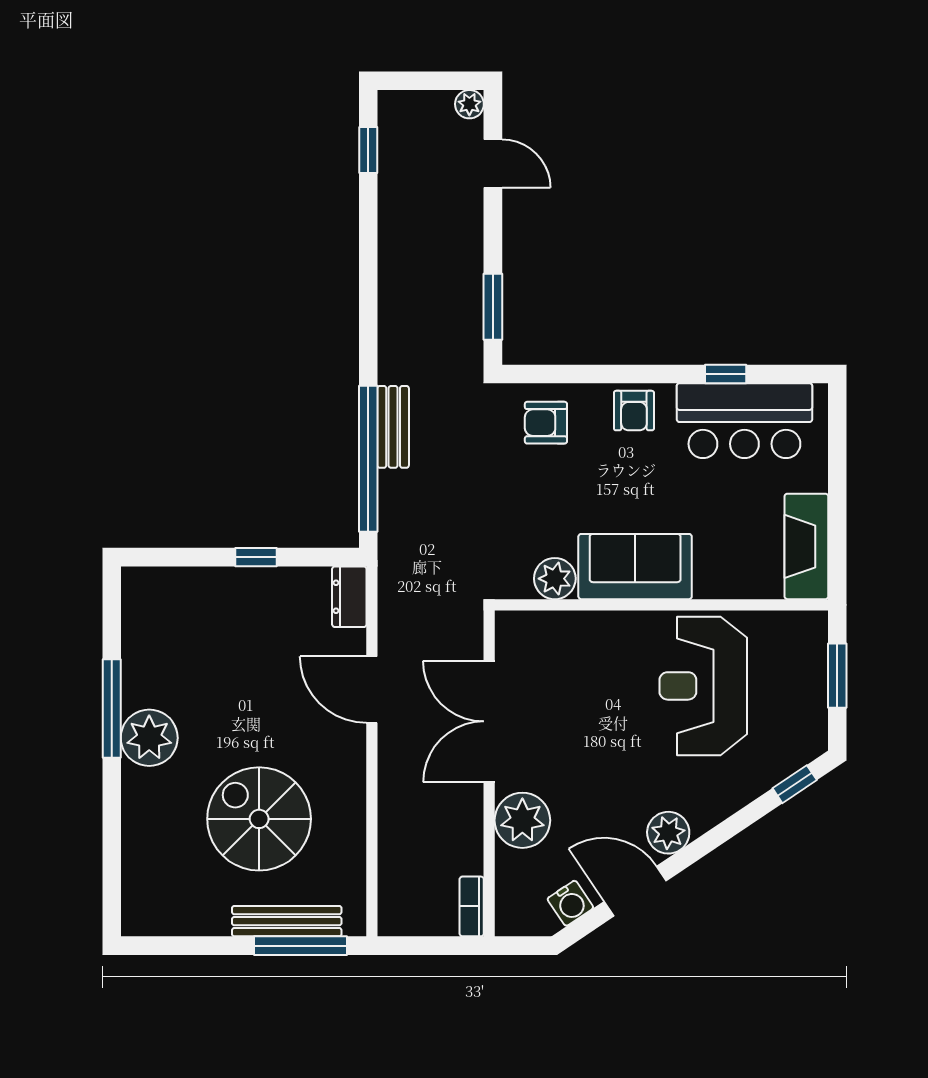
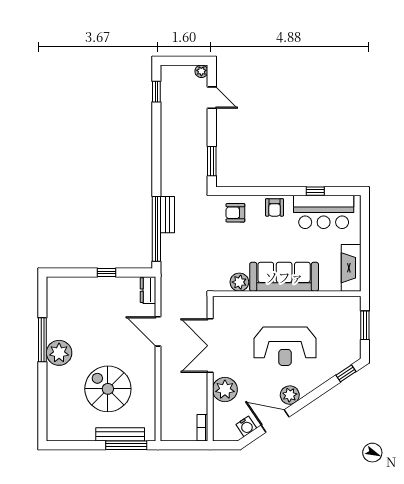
sofa: (635, 567) -> (284, 277), width x1.36
reception desk: (703, 686) -> (285, 346), moved, turned -90

